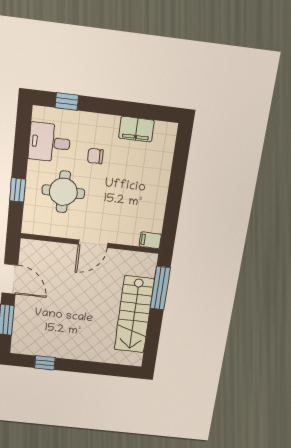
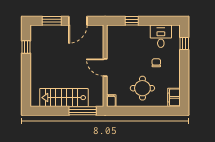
filing cabinet: (136, 129) -> (174, 97), moved
round table: (63, 192) -> (142, 88), moved

